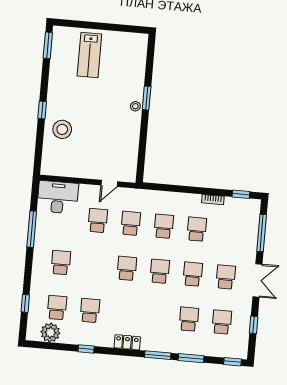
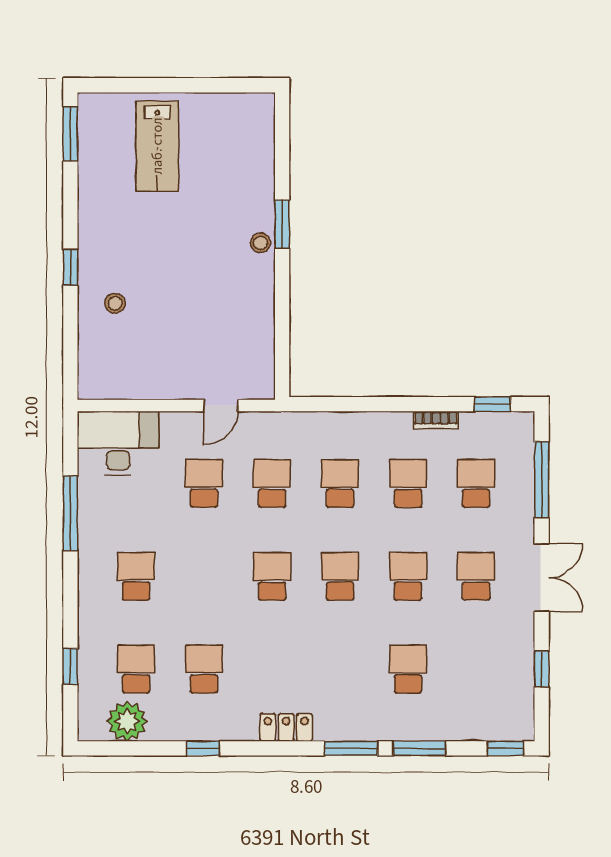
stool: (62, 129) -> (115, 303), width x0.53, depth x0.53
school desk: (222, 322) -> (476, 483), moved

